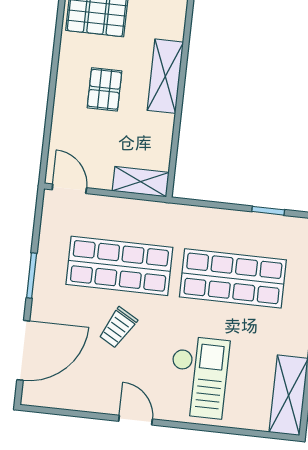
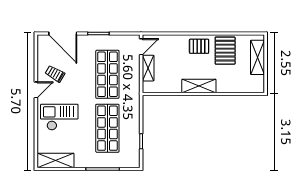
pallet: (105, 89) -> (199, 46), moved
shelving: (141, 182) -> (148, 68), moved
trolley: (118, 328) -> (55, 74), moved
checkout: (198, 377) -> (59, 117), turned 180

